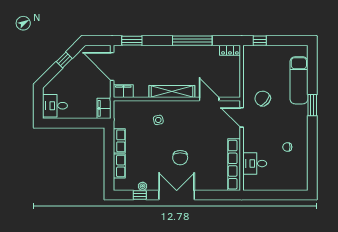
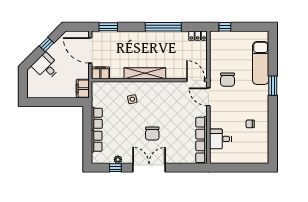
chair: (263, 98) -> (228, 80), turned -129
door: (209, 99) -> (196, 80), moved
desk: (55, 106) -> (46, 66), moved, turned 45

